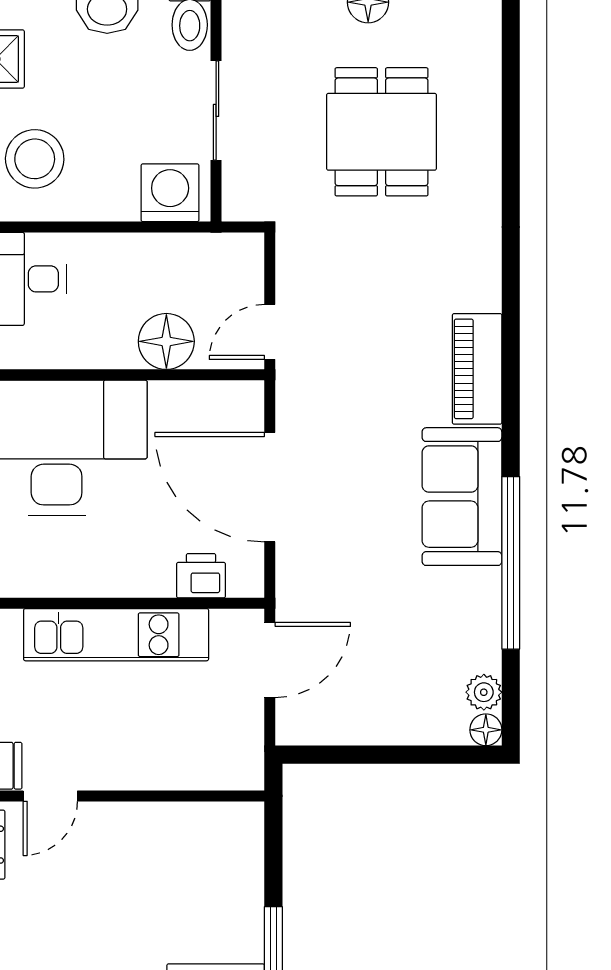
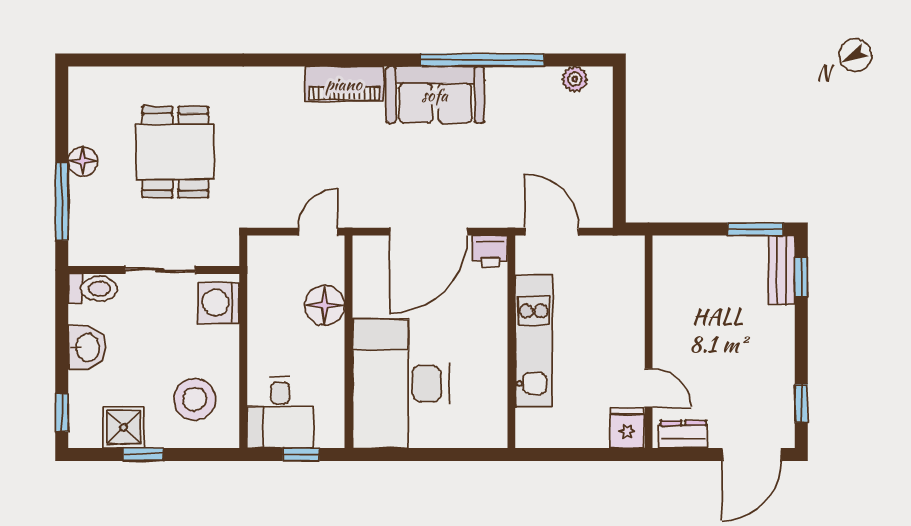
dining table: (381, 132) -> (175, 152), turned 90
door: (270, 332) -> (318, 232), swing flipped
printer: (201, 576) -> (490, 251), moved, turned -90
floor lamp: (486, 730) -> (601, 78), removed

